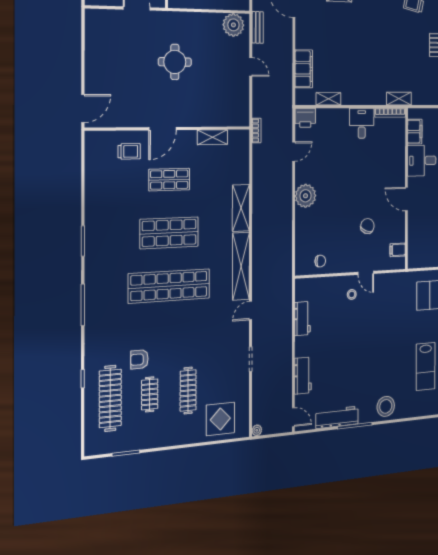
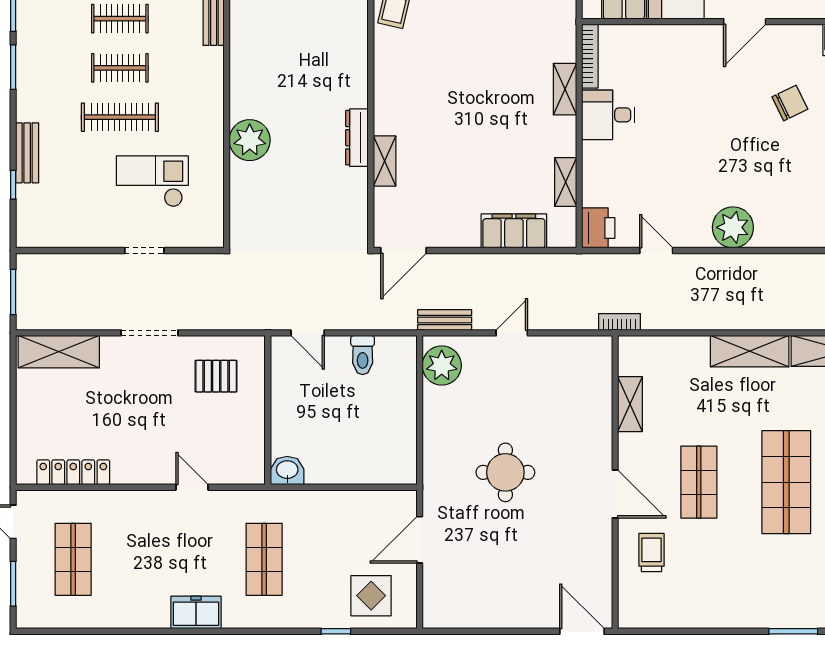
shelving: (399, 99) -> (565, 89), moved
chair: (367, 226) -> (790, 103), turned 133

